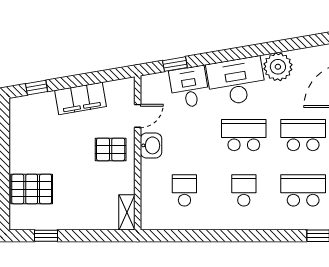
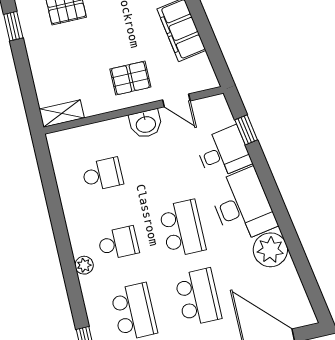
pallet: (111, 149) -> (130, 78), turned 90
plant: (256, 223) -> (84, 265), added

